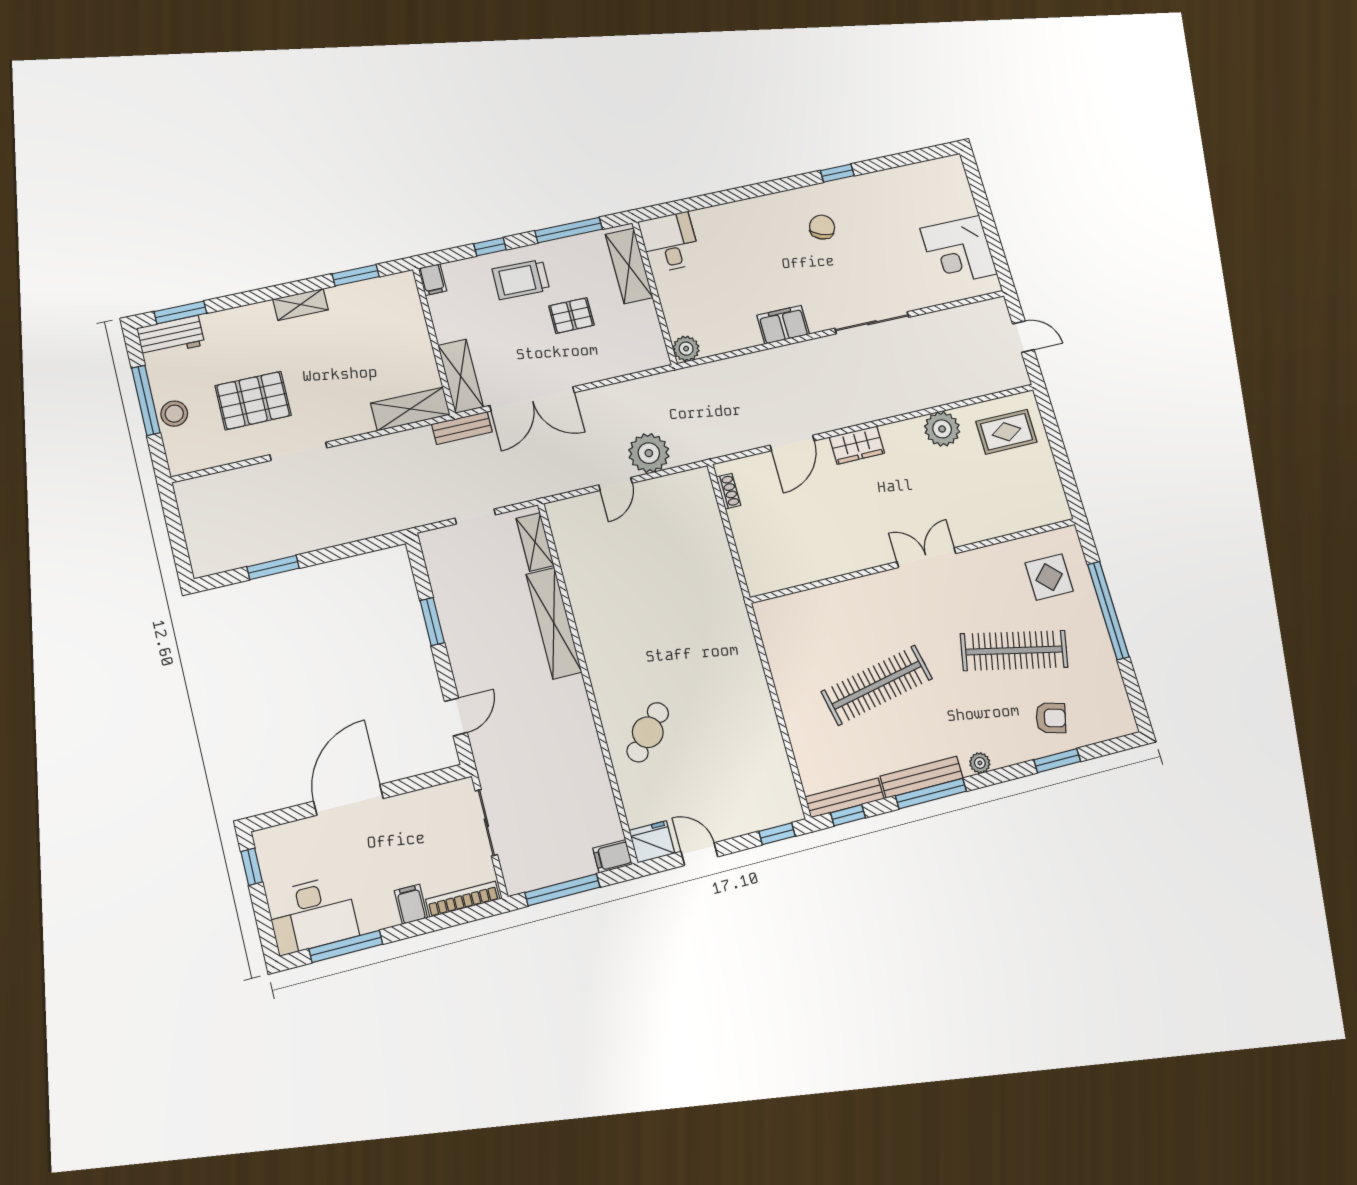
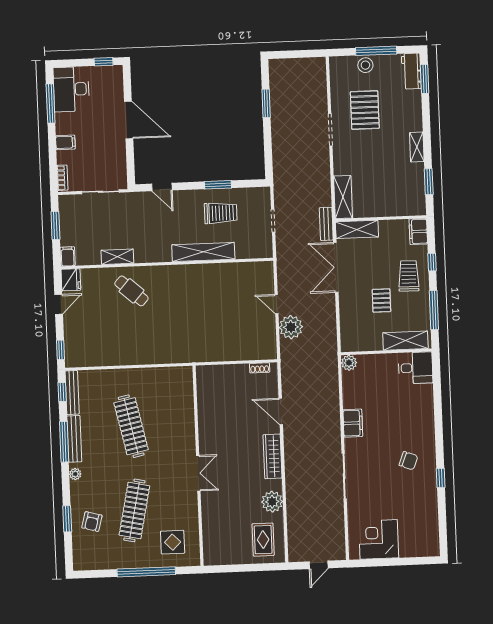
filing cabinet: (432, 280) -> (418, 231), width x2.00
wardrobe: (857, 445) -> (273, 456), width x1.50
shelving: (535, 542) -> (117, 257), moved
trolley: (480, 607) -> (221, 213), added
window: (562, 890) -> (55, 225), width x0.69
bookcase: (463, 899) -> (62, 178), width x0.64

